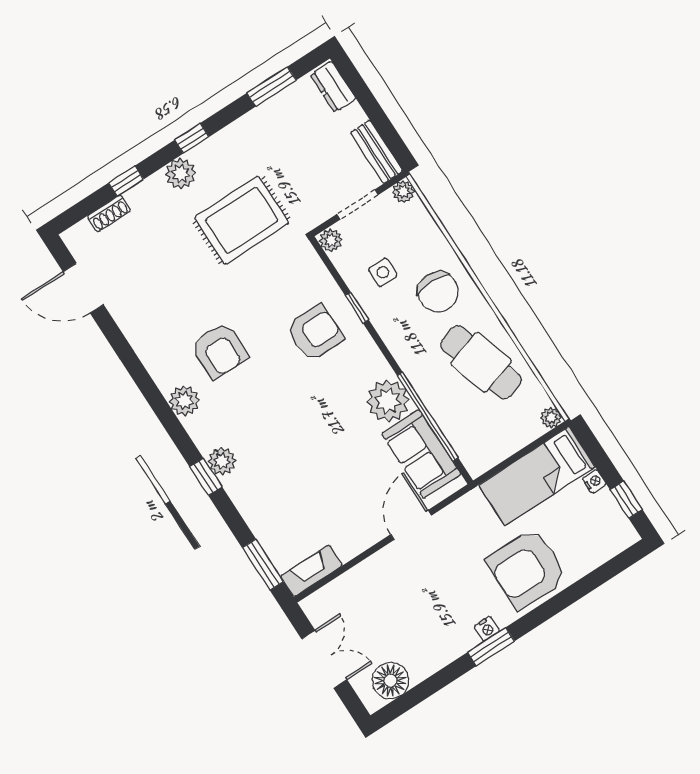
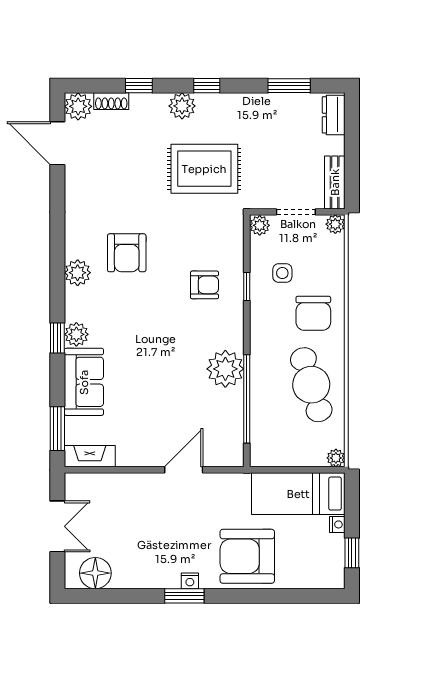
plant: (80, 239) -> (78, 106), added
armchair: (315, 333) -> (204, 285), width x0.72, depth x0.72
sofa: (421, 454) -> (84, 382), moved, turned 180

